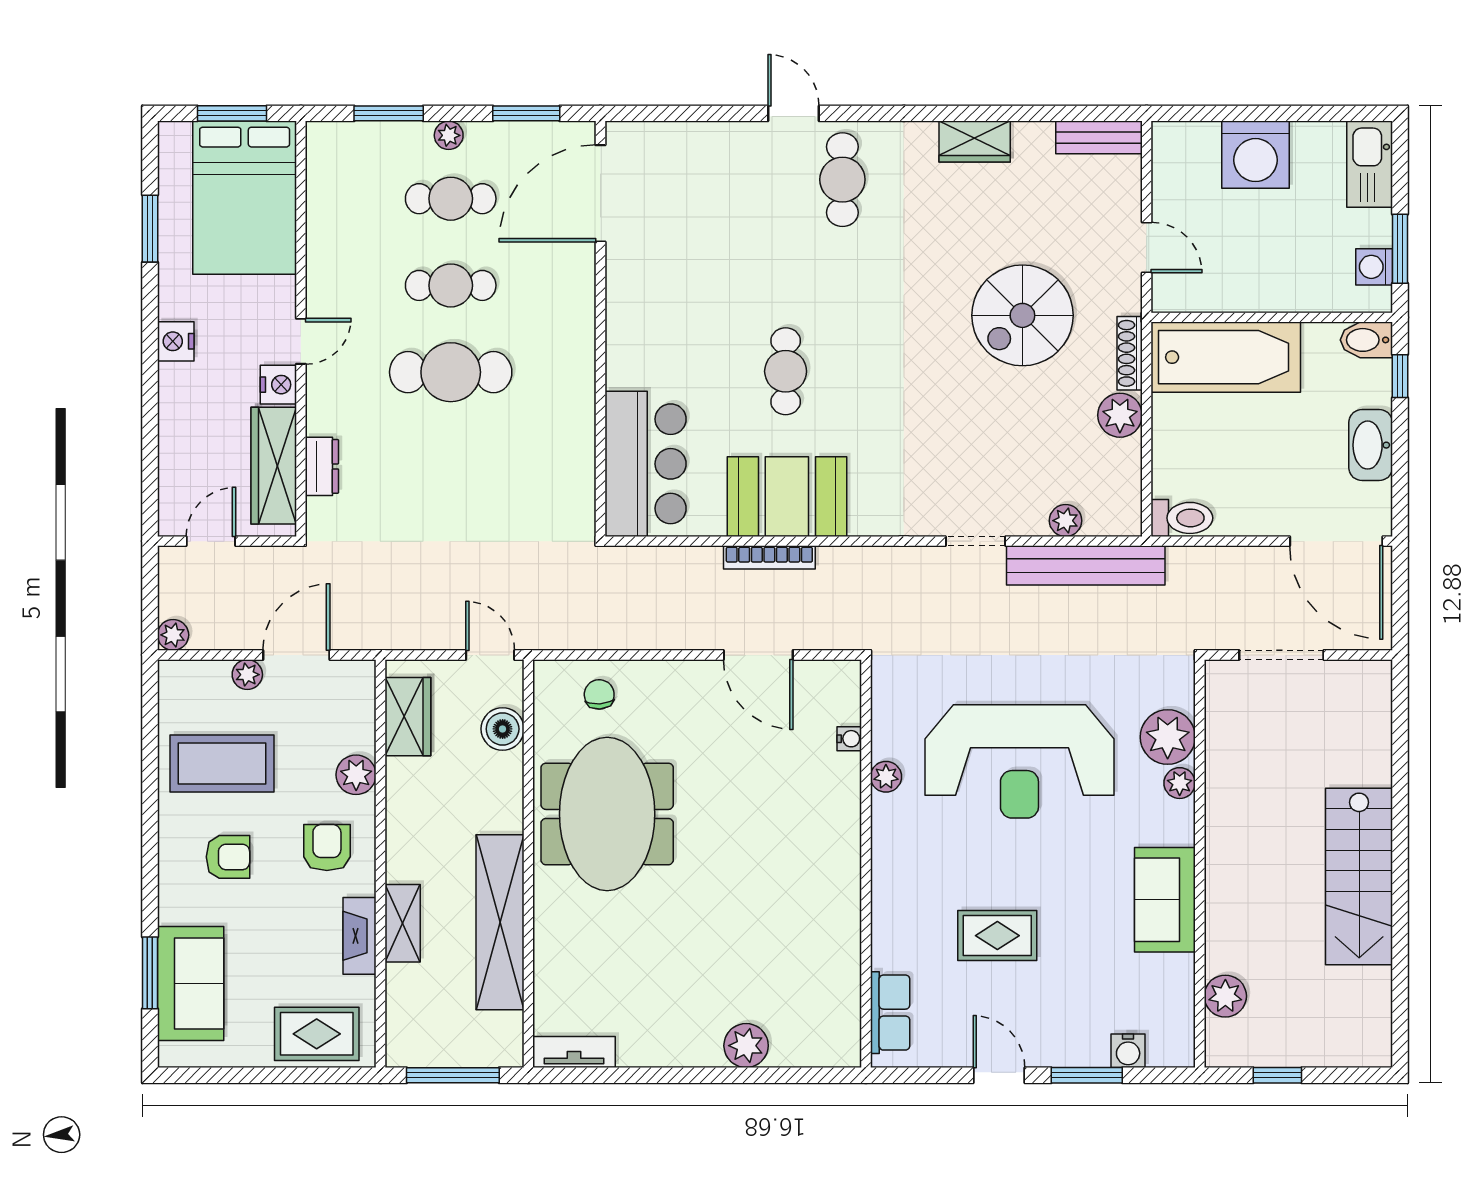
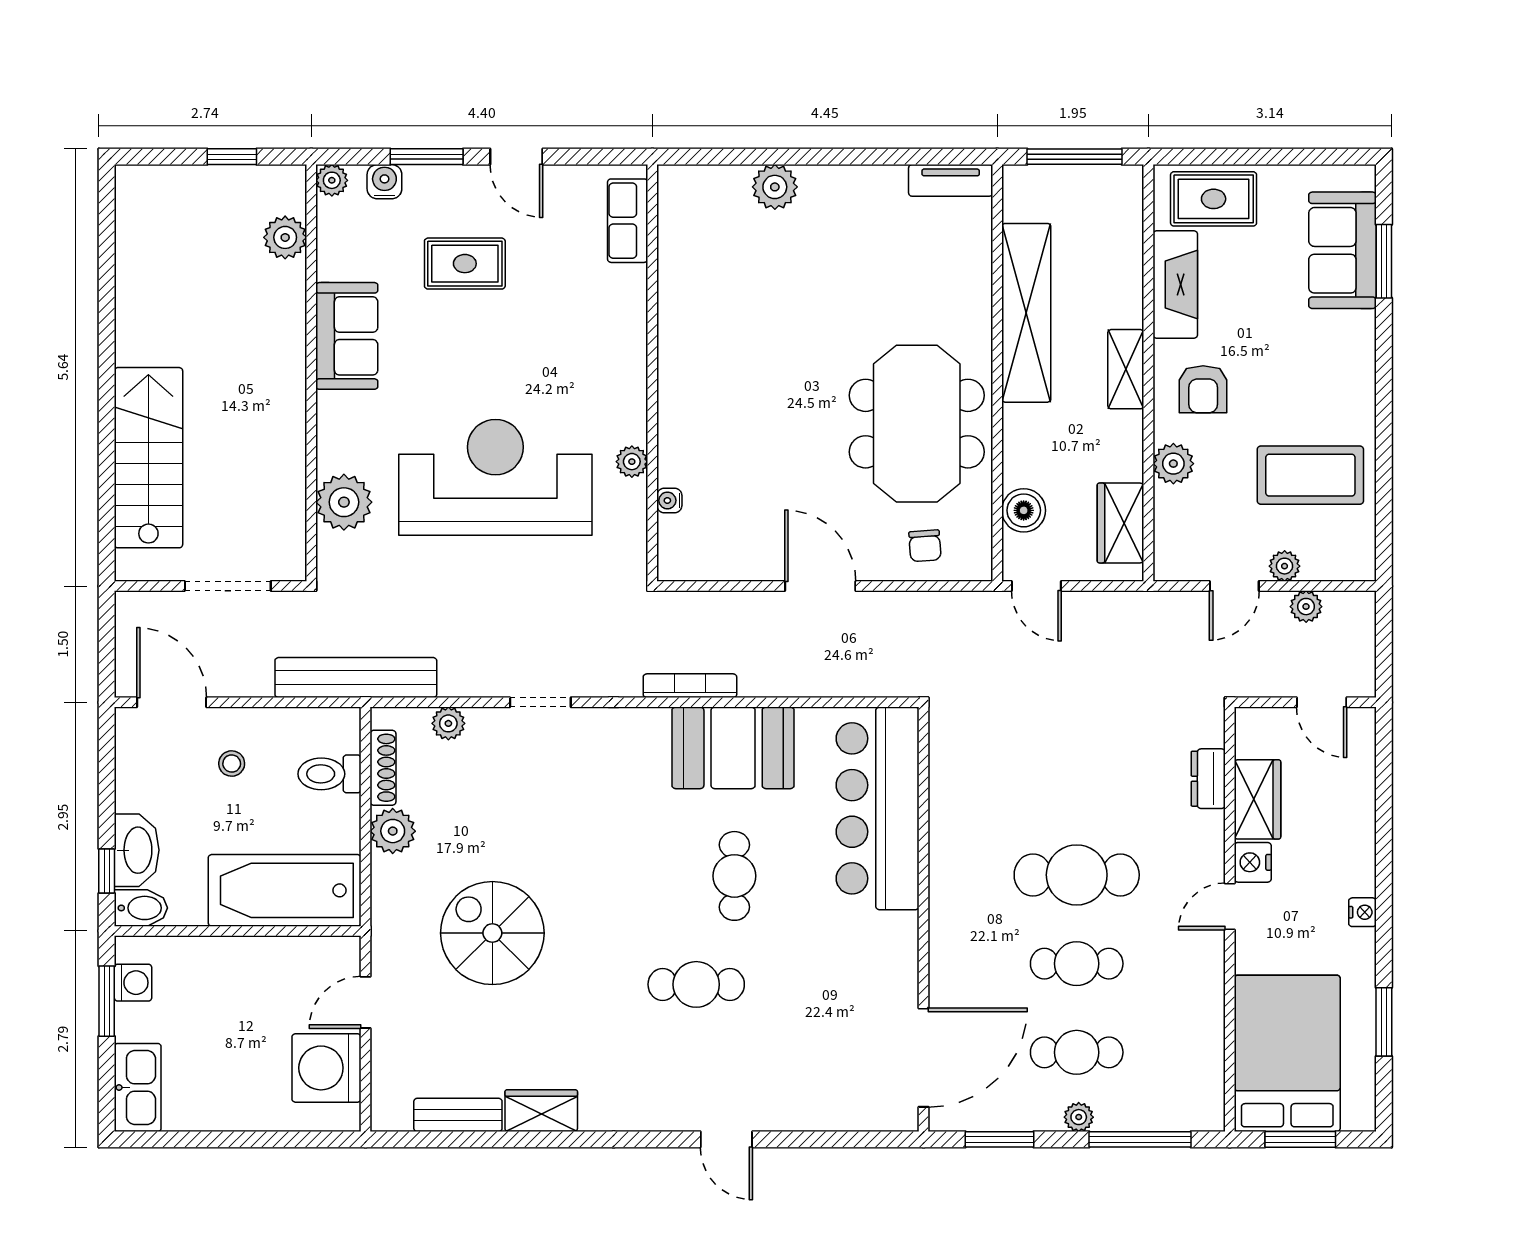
window: (389, 113) -> (1140, 1139), width x1.44
bench: (1099, 137) -> (458, 1115), moved
washing machine: (1256, 155) -> (326, 1068), moved, turned -90
cafe table: (842, 180) -> (696, 984), moved, turned 90
door: (1147, 248) -> (366, 1002), hinge flipped
spiral stairs: (1022, 315) -> (492, 933), turned -90
nightstand: (176, 341) -> (1363, 912), width x0.72, depth x0.74
shoe rack: (1130, 353) -> (383, 768), moved
washbasin: (1371, 445) -> (137, 850), moved
bar counter: (645, 464) -> (878, 808), width x1.36
wardrobe: (274, 466) -> (1257, 799), width x0.67
stool: (1278, 481) -> (232, 764), added
toilet: (1182, 518) -> (329, 774), moved
door: (211, 541) -> (1322, 702), hinge flipped
door: (1336, 541) -> (172, 702), width x0.73
bookcase: (769, 557) -> (690, 686), moved
bench: (1086, 565) -> (356, 678), moved
plant: (173, 635) -> (1306, 607), moved
door: (296, 655) -> (1234, 586), width x0.73
door: (758, 655) -> (820, 586), moved
plant: (1180, 783) -> (332, 180), moved
armchair: (228, 857) -> (1304, 380), removed
stairs: (1359, 877) -> (148, 458), moved
shelving: (403, 923) -> (1126, 369), moved
fireplace: (360, 936) -> (1175, 285), width x1.37, depth x1.32
rug: (997, 936) -> (465, 264), moved

